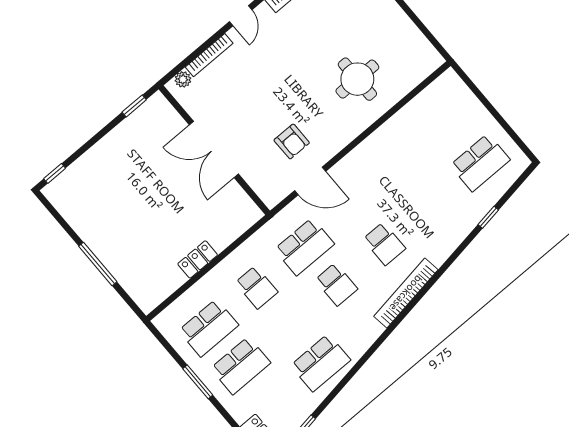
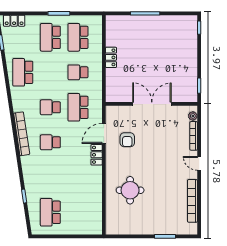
armchair: (292, 141) -> (127, 140), turned -90
locker: (348, 166) -> (97, 155), added

